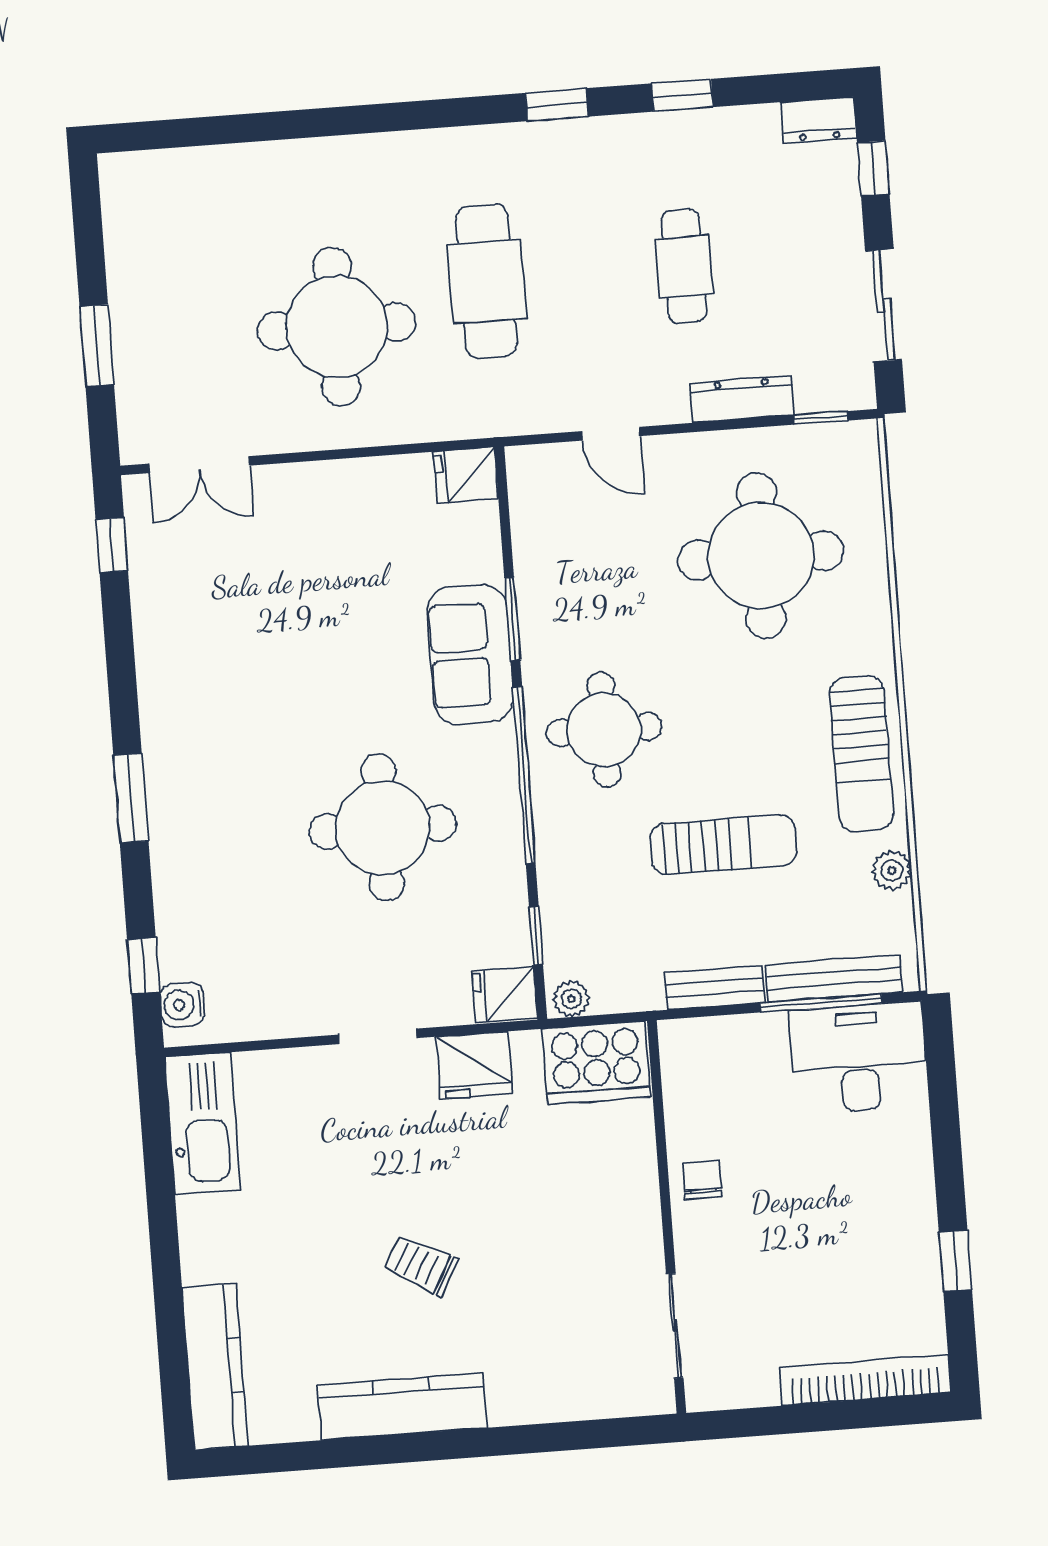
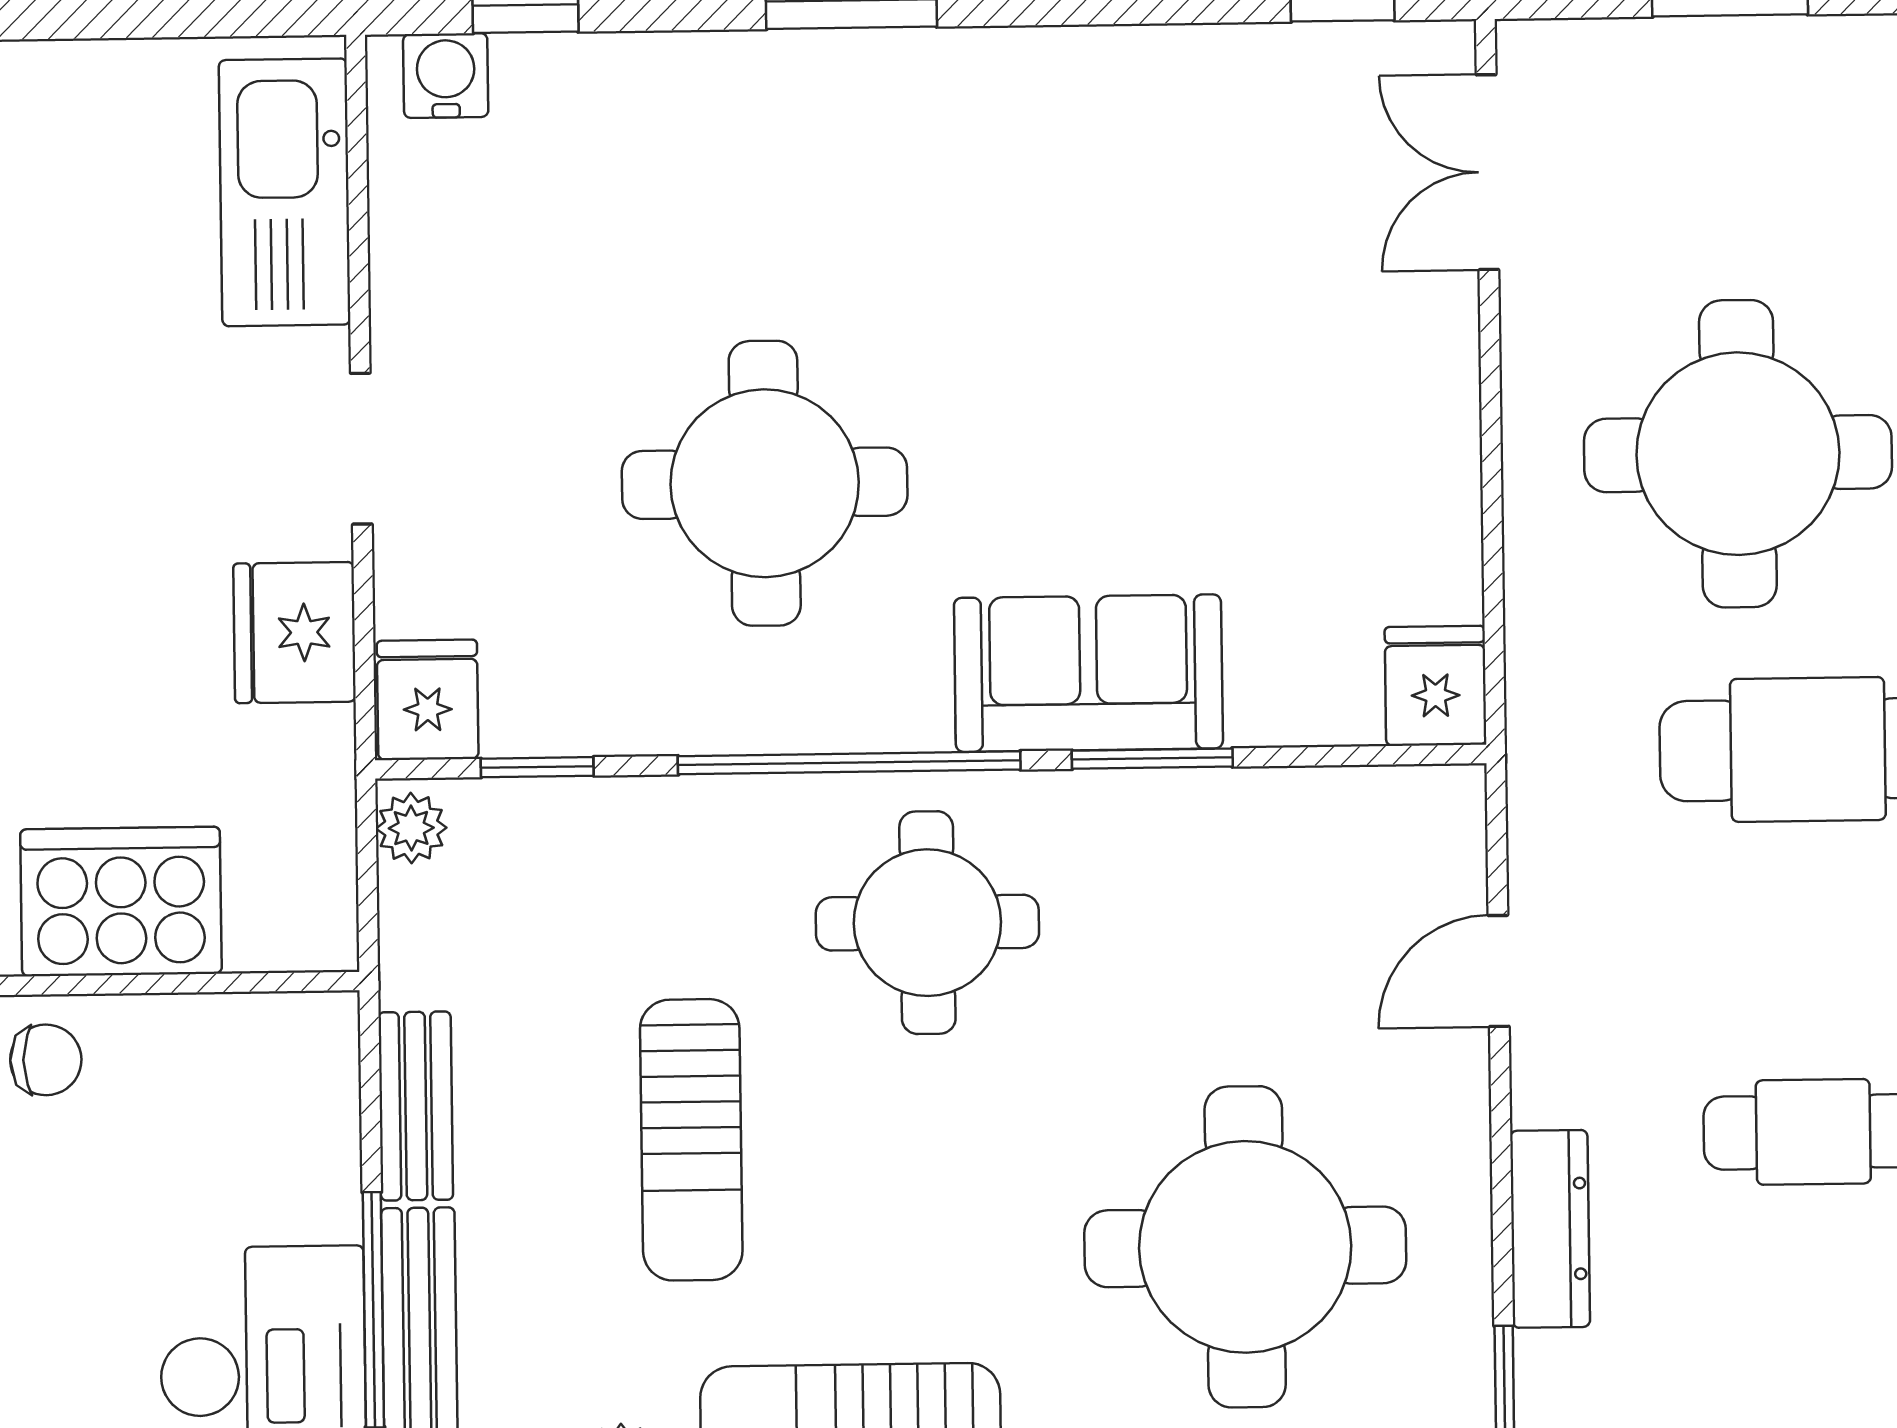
cooker: (596, 1063) -> (121, 901), moved, turned 90
kitchen sink: (203, 1123) -> (285, 192), moved, turned 90

